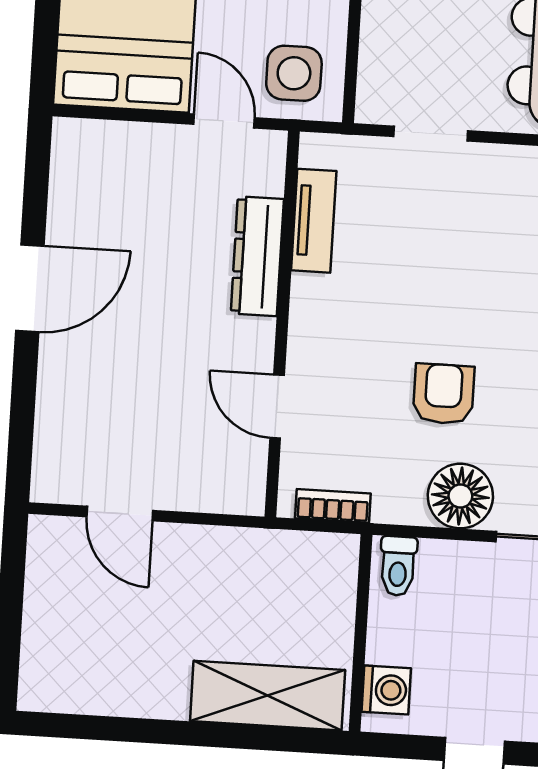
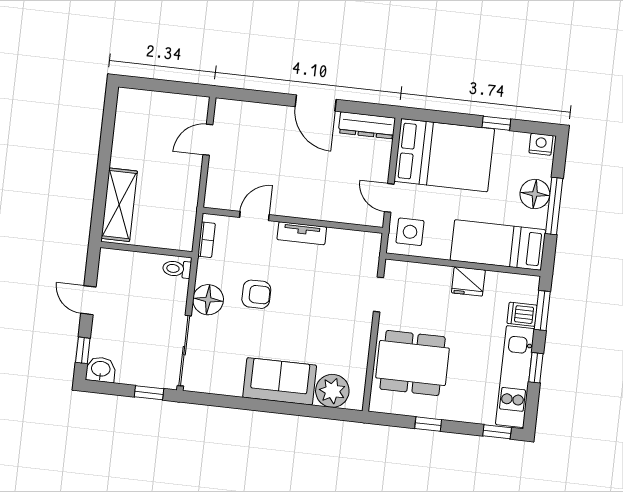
door: (224, 121) -> (389, 198), swing flipped
tv unit: (314, 221) -> (302, 233), moved
dresser: (257, 256) -> (367, 125), moved, turned 180
washing machine: (386, 690) -> (119, 260), removed

